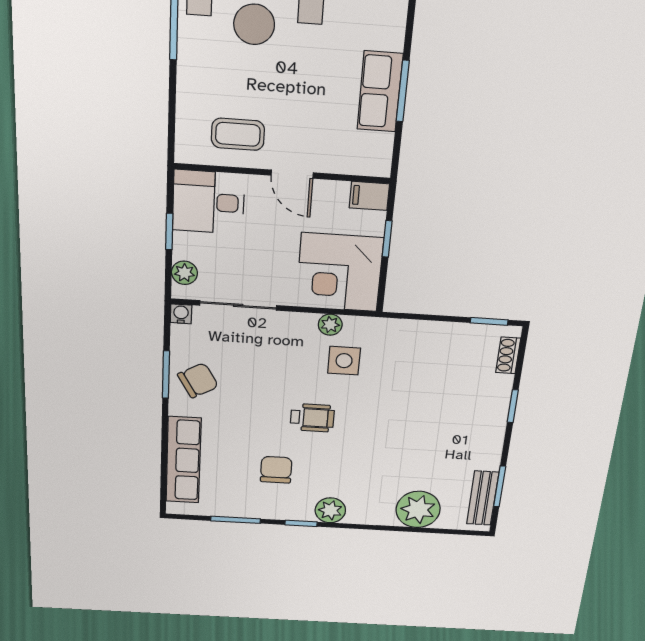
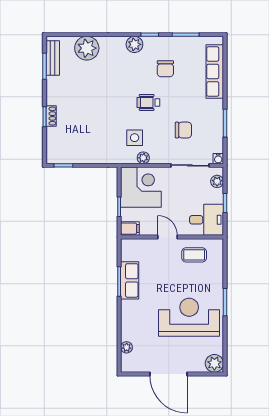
shoe rack: (508, 355) -> (51, 116), moved
chair: (198, 380) -> (183, 130), moved, turned -150

